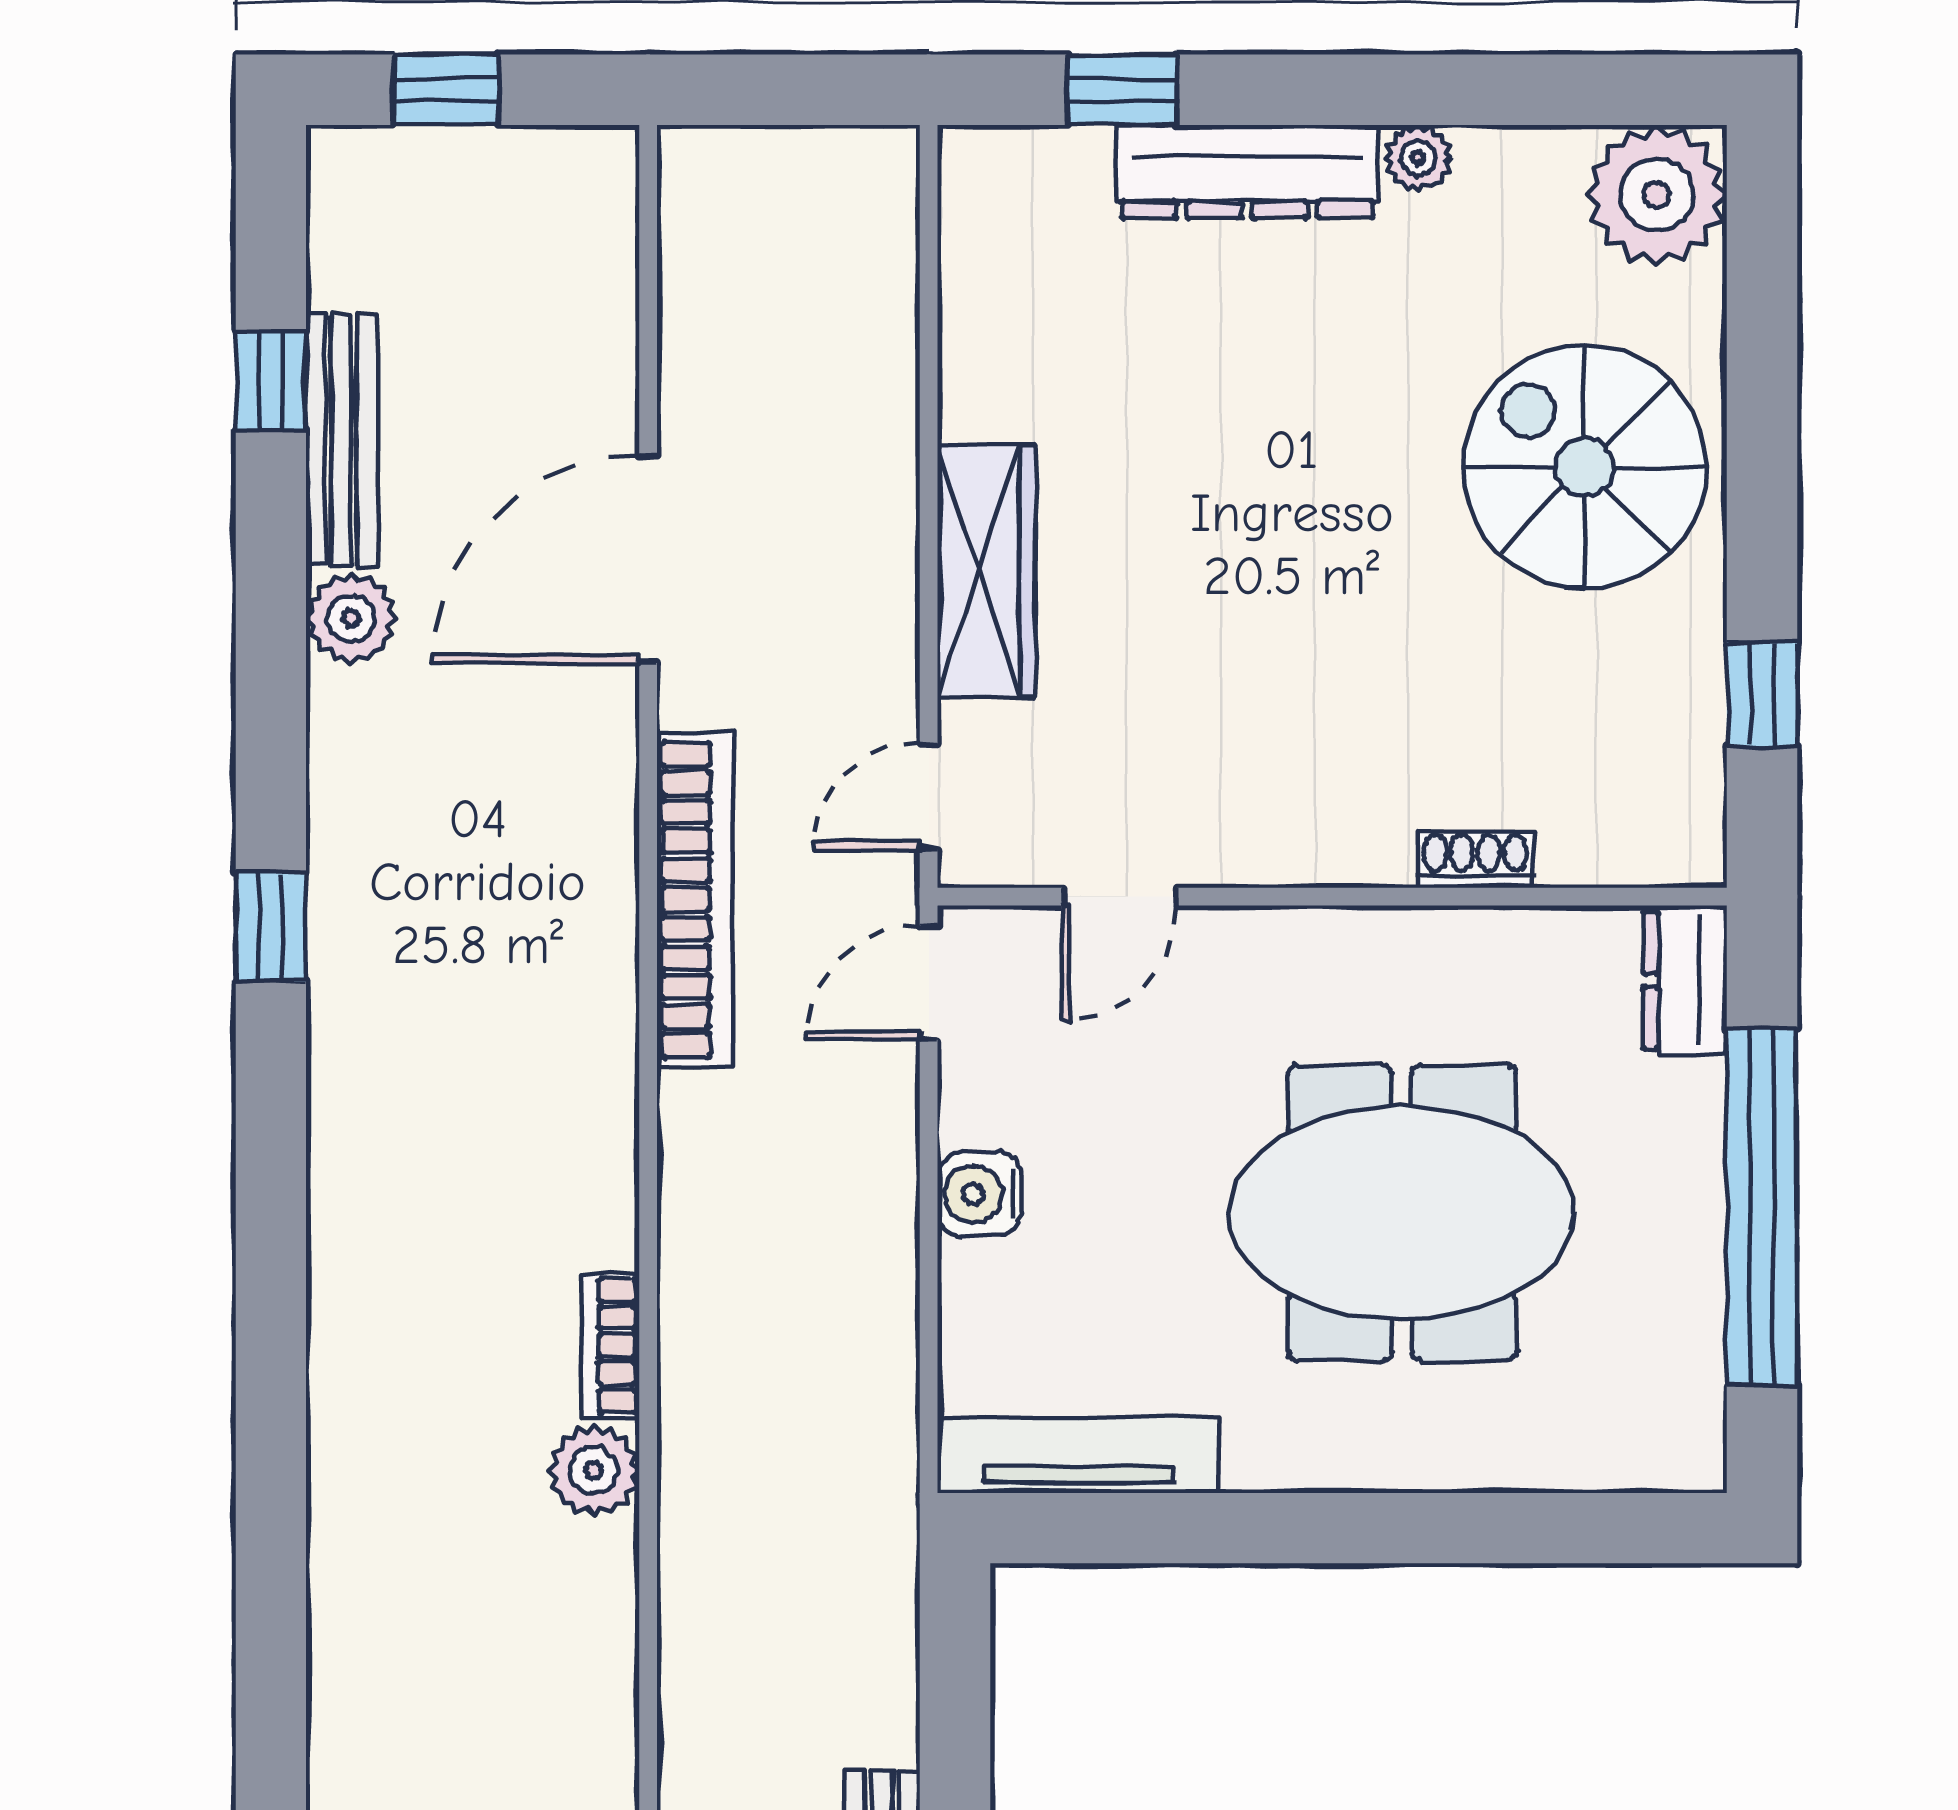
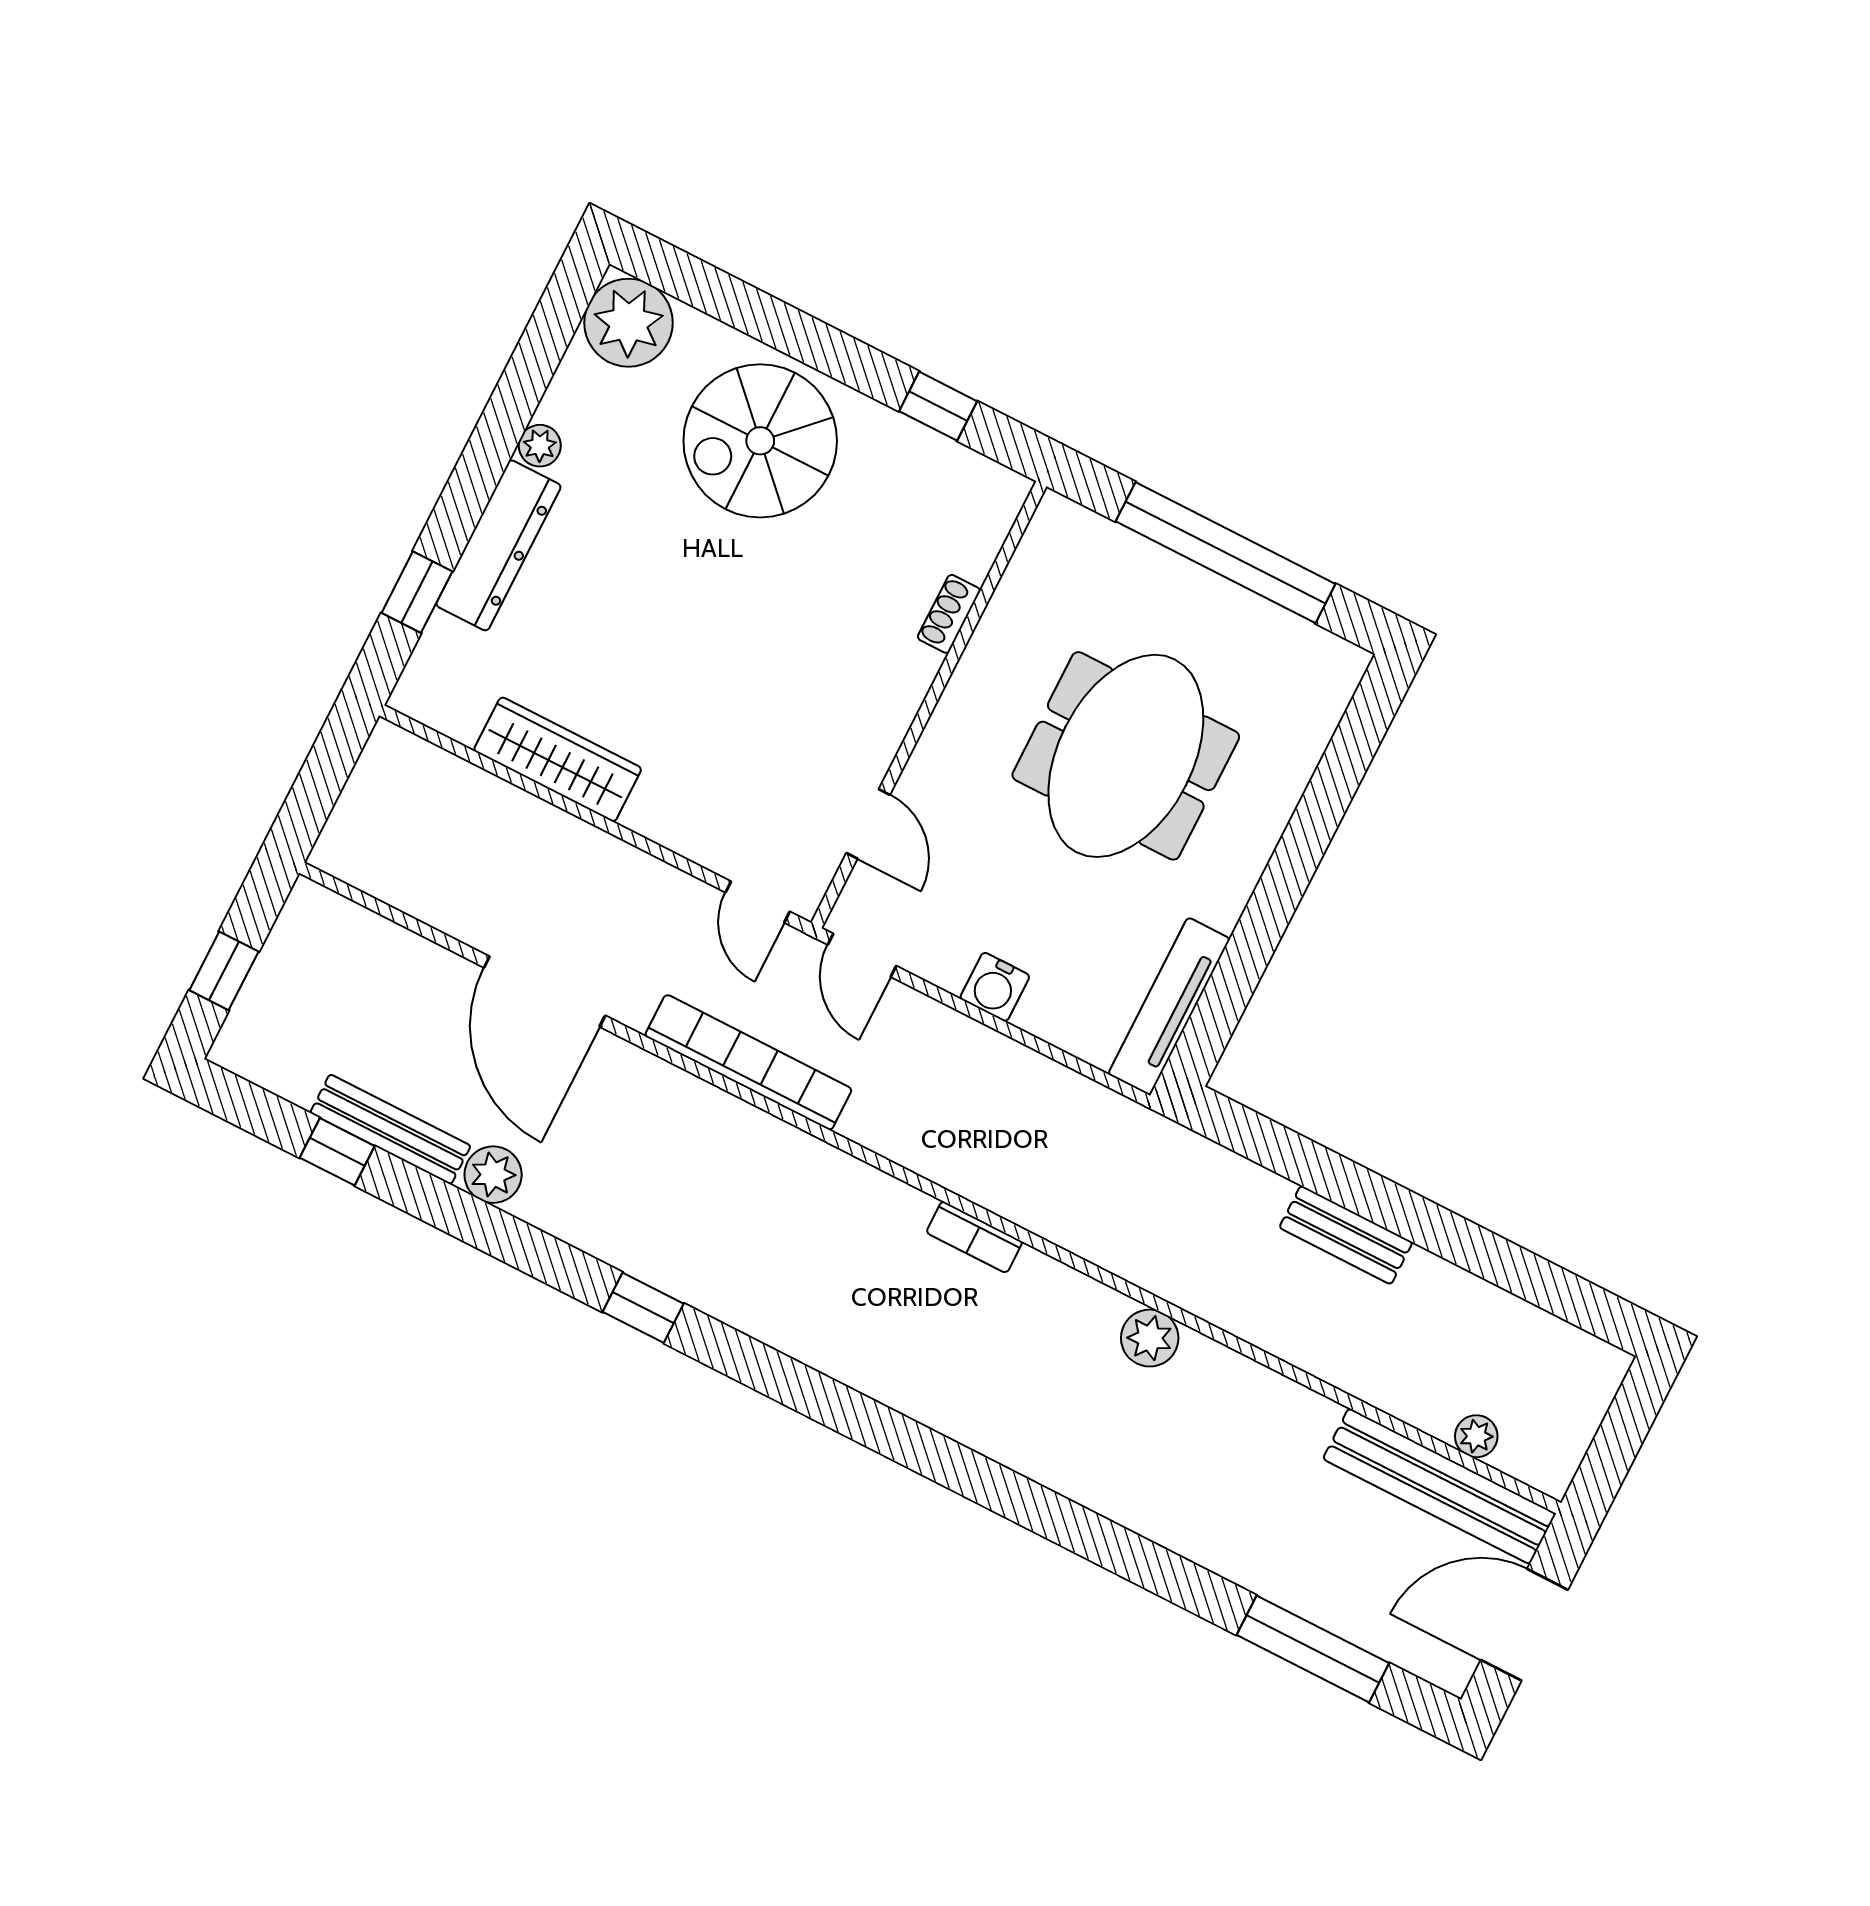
wardrobe: (986, 571) -> (558, 759), moved
dresser: (1685, 981) -> (1077, 531), removed
plant: (594, 1470) -> (1150, 1338), moved

